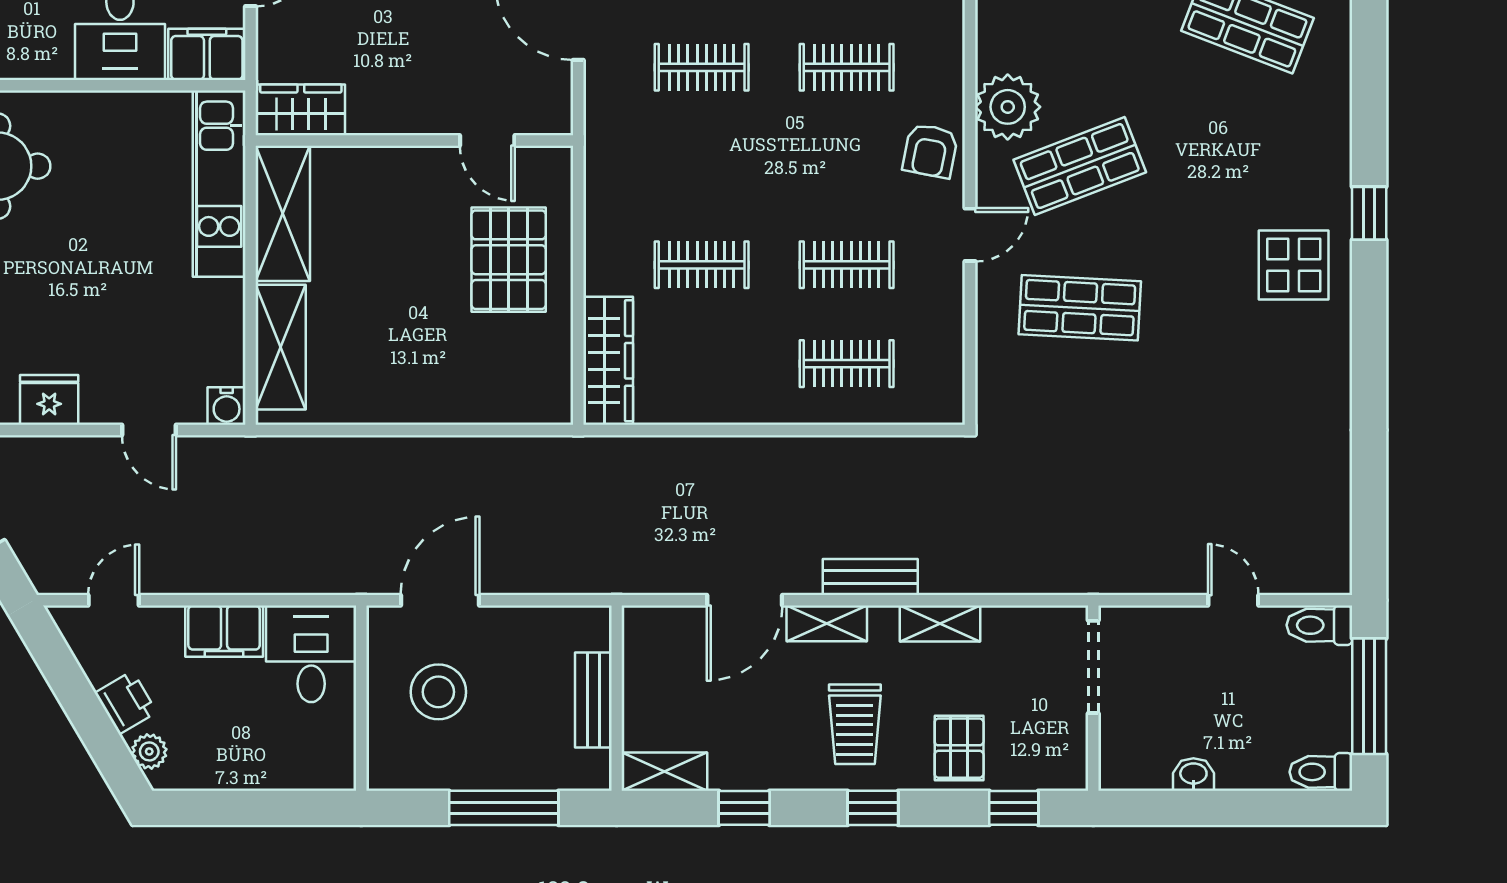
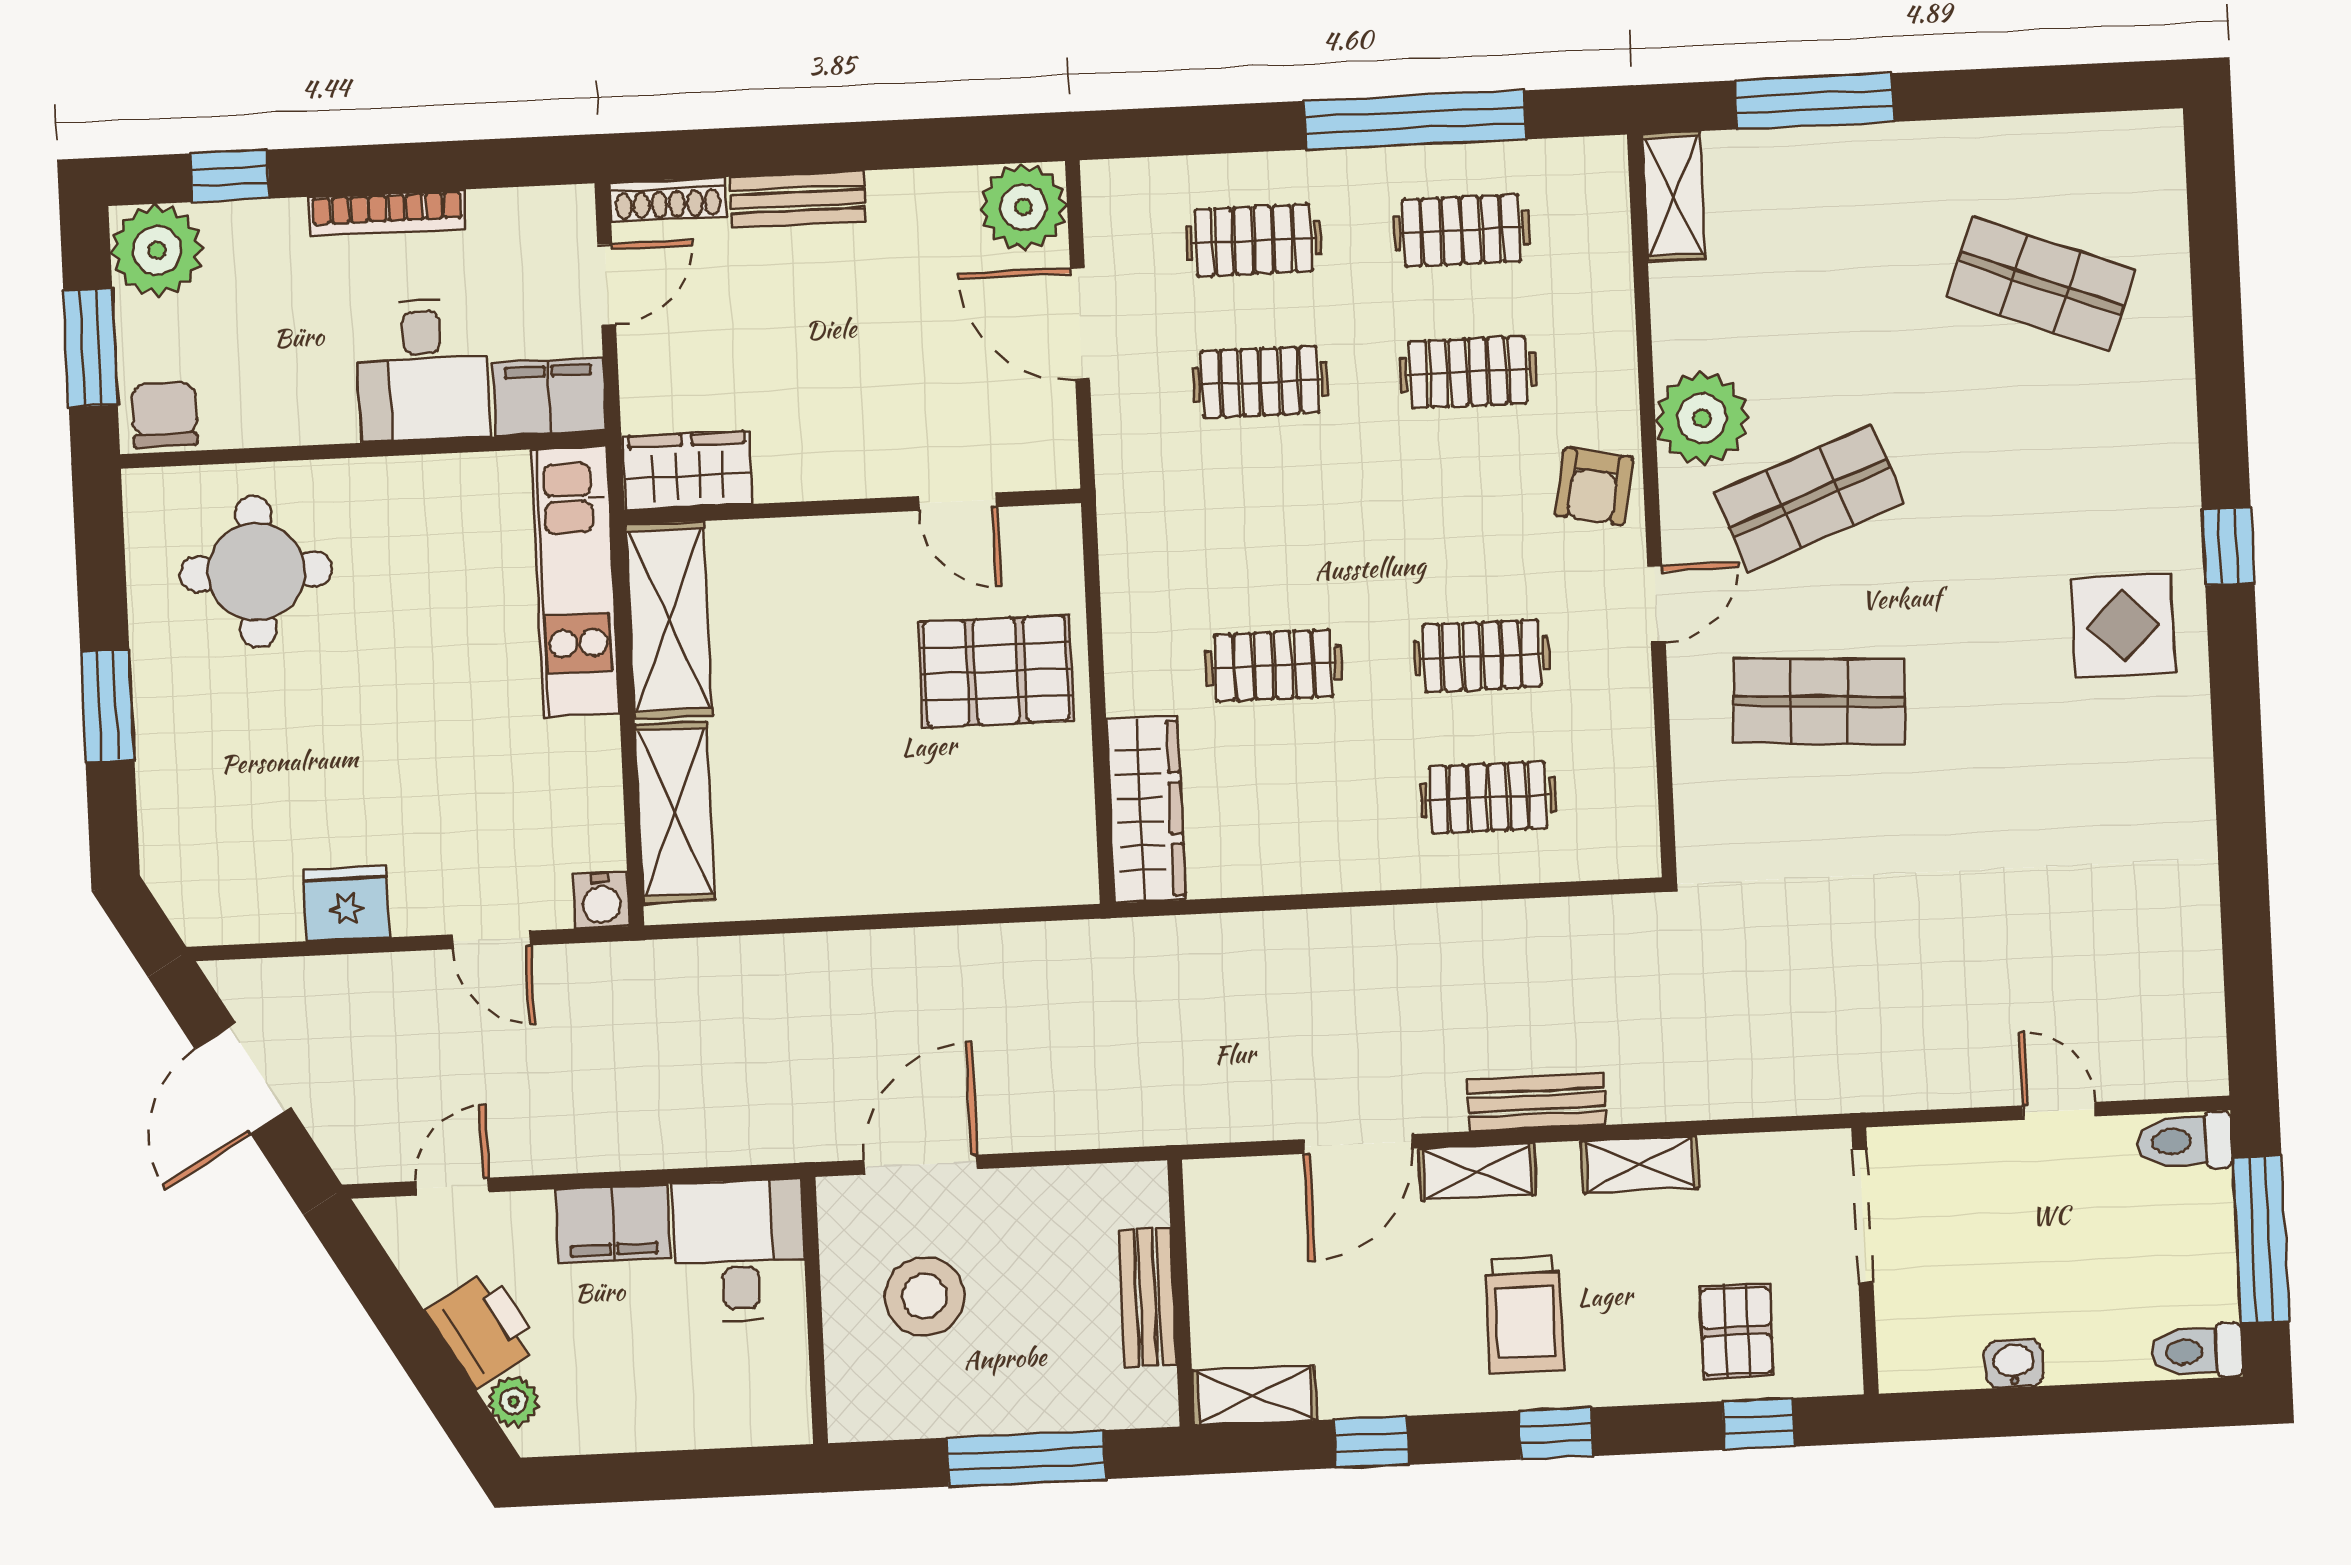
pallet: (509, 260) -> (996, 671), turned 90
printer: (126, 703) -> (483, 1329), width x1.36, depth x1.24
pallet: (959, 748) -> (1737, 1331), moved

